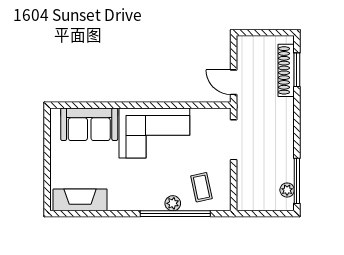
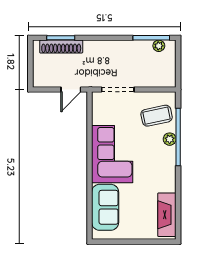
coffee table: (201, 187) -> (157, 116), width x1.36, depth x1.30

